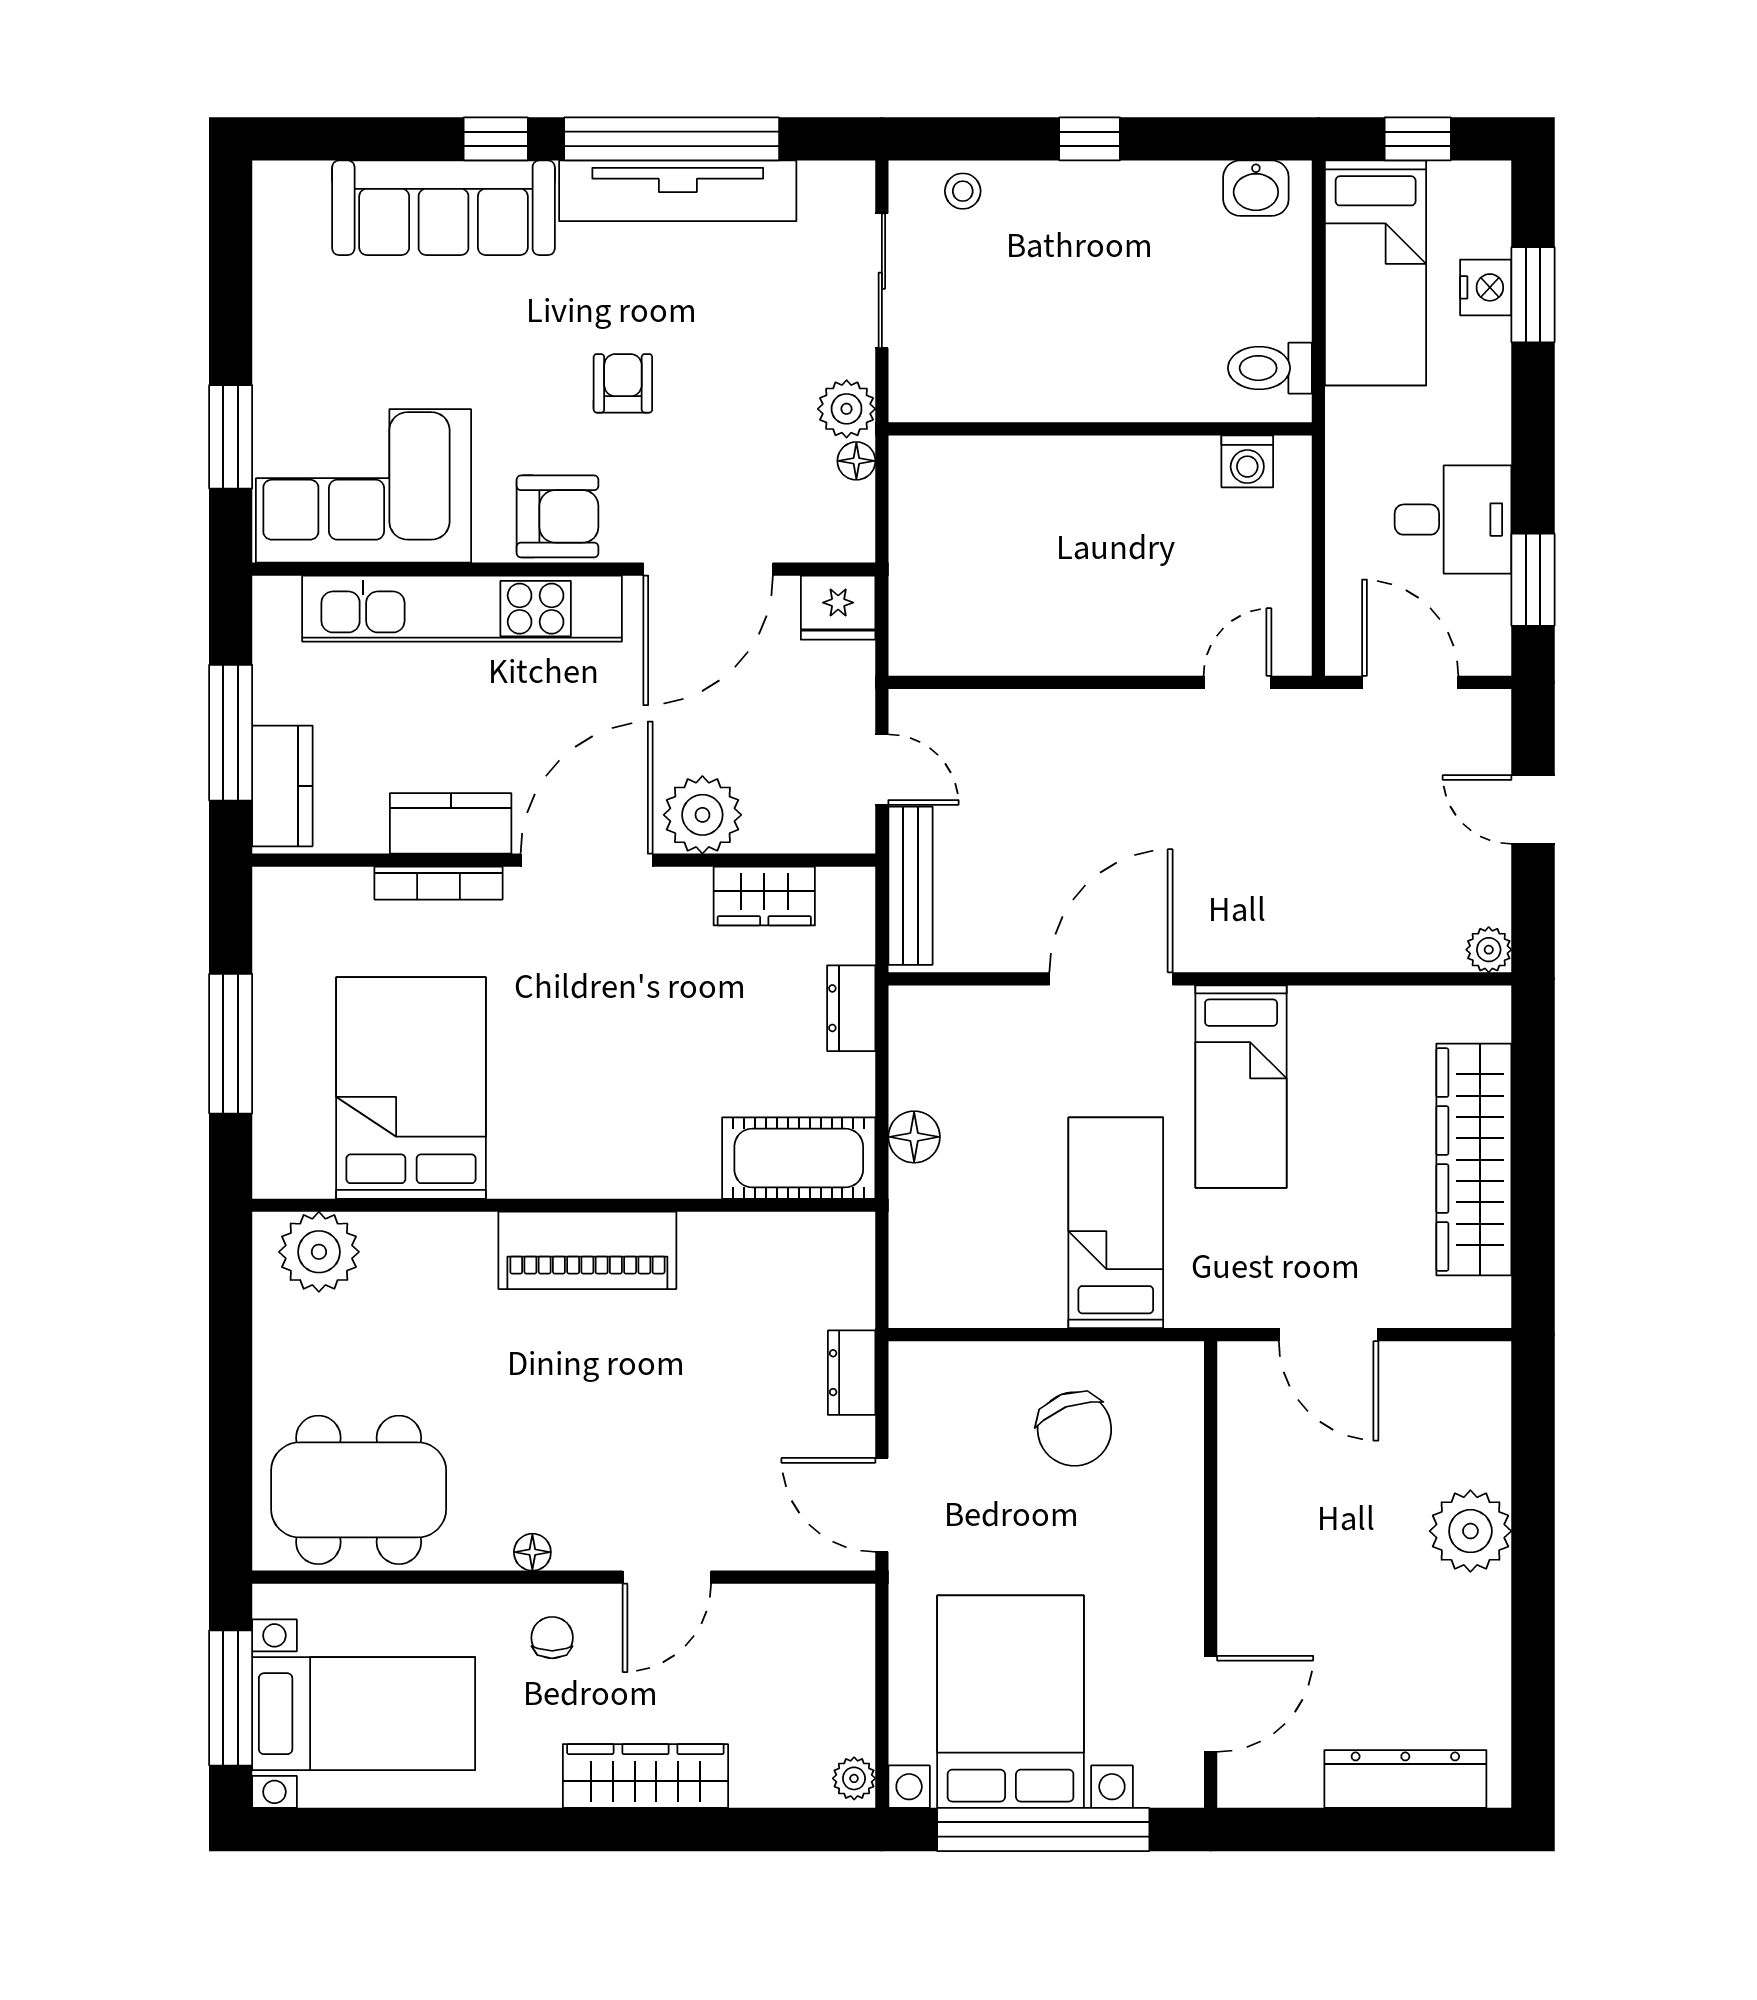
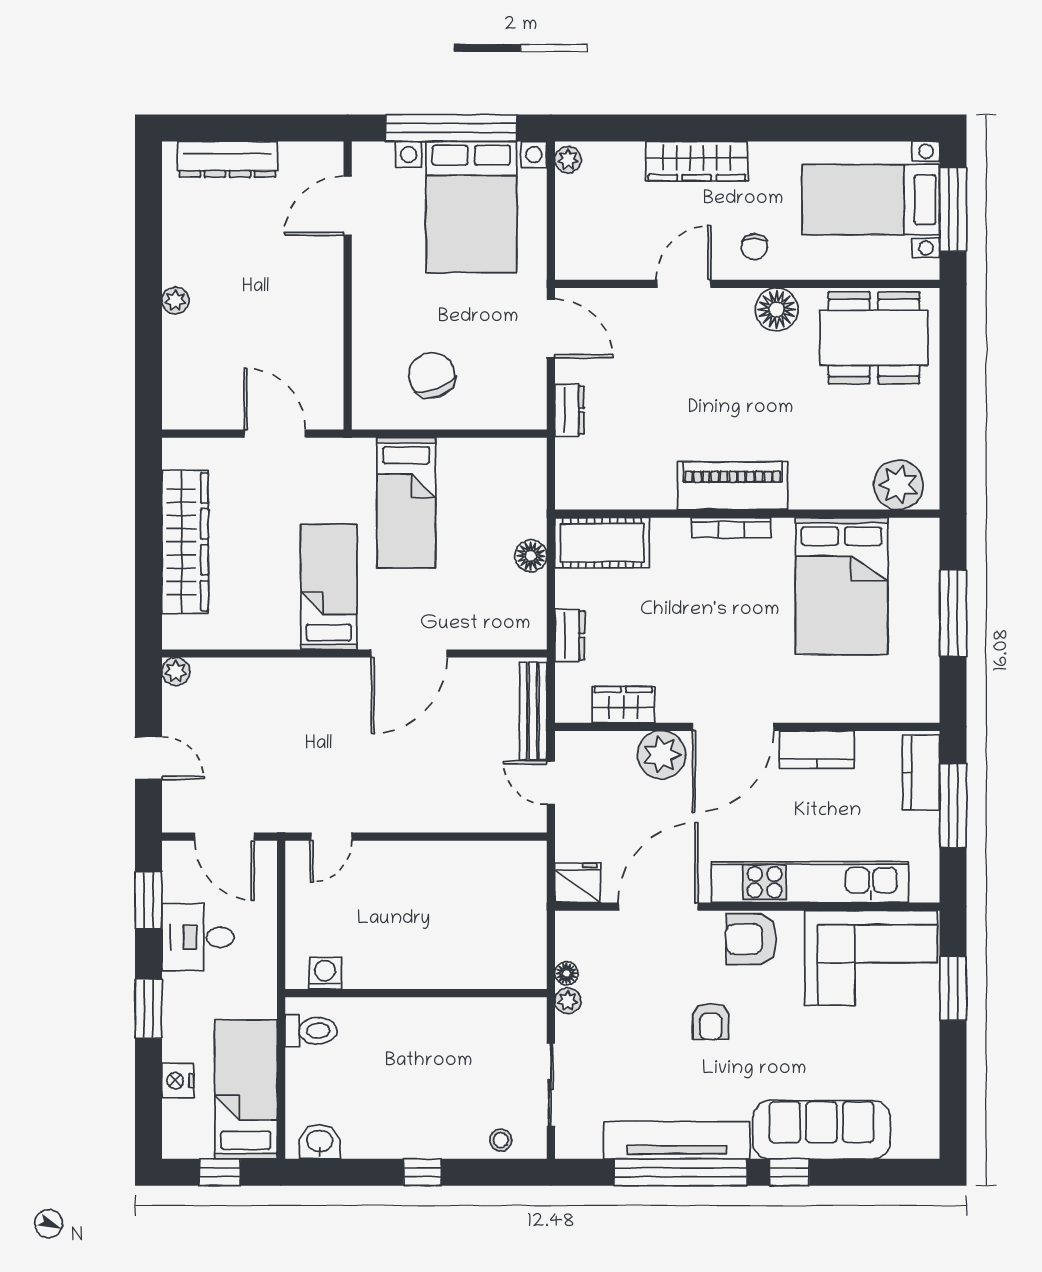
window: (1533, 295) -> (149, 1009), moved
plant: (847, 409) -> (568, 1001), width x0.73, depth x0.73
bookcase: (438, 883) -> (731, 528), moved, turned 180
plant: (1470, 1531) -> (175, 301), width x0.53, depth x0.53
floor lamp: (532, 1552) -> (777, 309), width x1.89, depth x1.89

